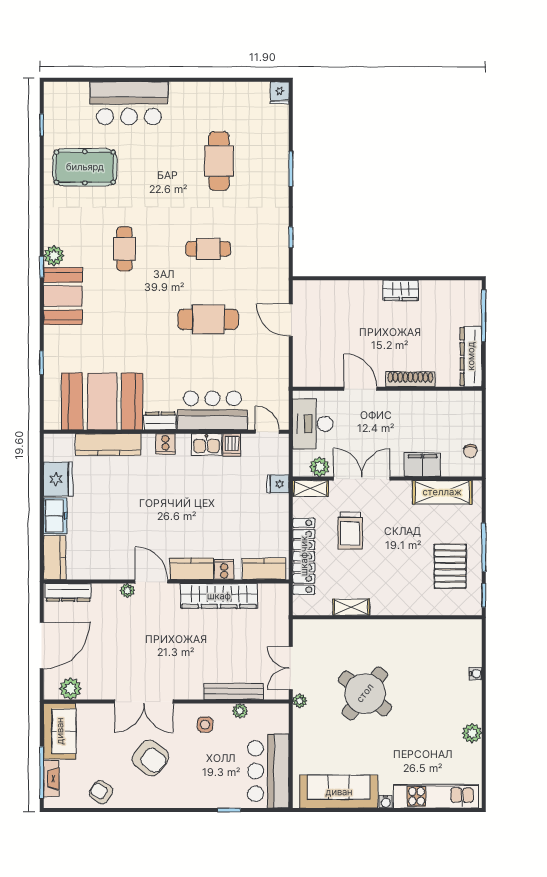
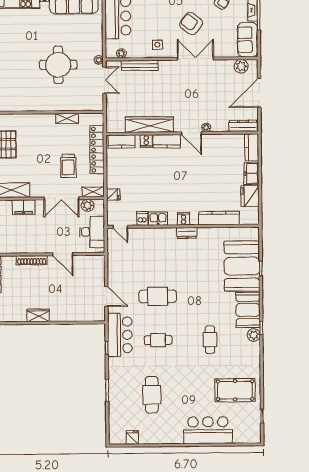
fridge: (280, 93) -> (132, 437), moved
booth: (102, 401) -> (242, 266), moved, turned 90
bar counter: (212, 410) -> (120, 335), moved, turned -90
trolley: (350, 531) -> (68, 166), turned 180
round table: (365, 693) -> (58, 65), turned -38
plant: (240, 711) -> (121, 53), moved

